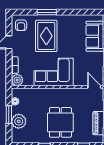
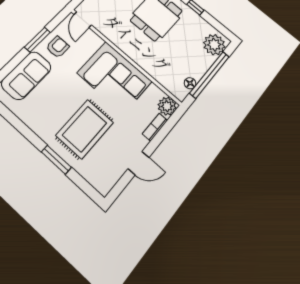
armchair: (21, 25) -> (58, 47), moved
window: (9, 114) -> (210, 75), width x2.11
plant: (19, 121) -> (214, 45), moved

